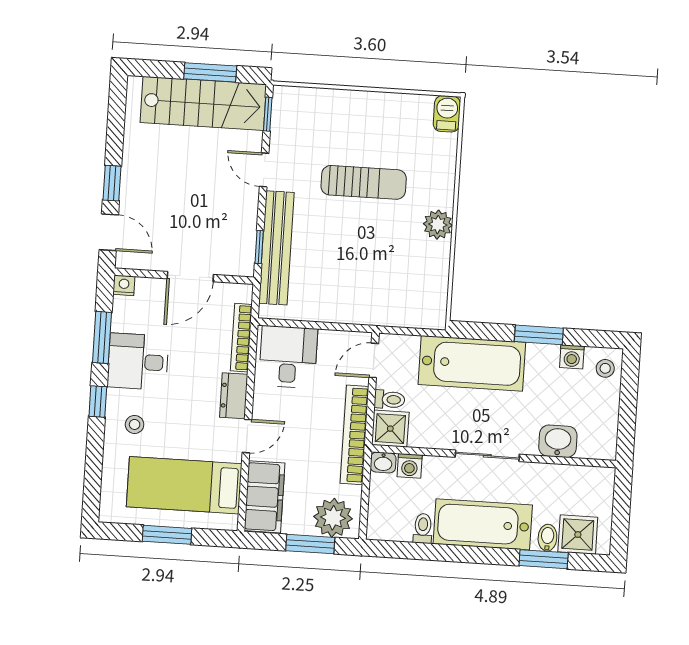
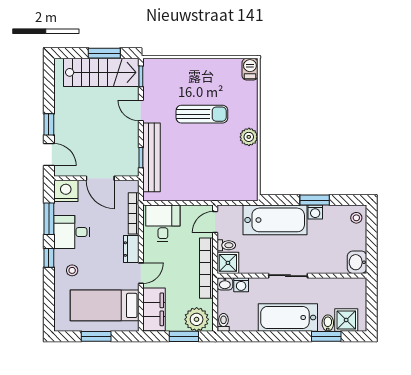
door: (190, 277) -> (100, 178), hinge flipped
nightstand: (124, 285) -> (66, 191), width x1.89, depth x1.79
washing machine: (572, 357) -> (315, 212), moved
washbasin: (558, 441) -> (357, 262), moved, turned -90
toilet: (423, 528) -> (223, 322), moved

